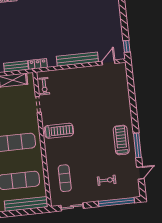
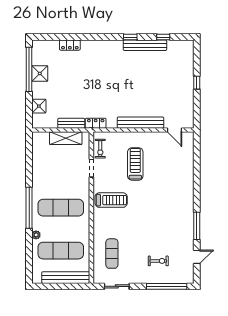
window: (127, 46) -> (197, 83), moved
door: (108, 62) -> (175, 130), swing flipped
treadmill: (121, 140) -> (135, 164), moved

